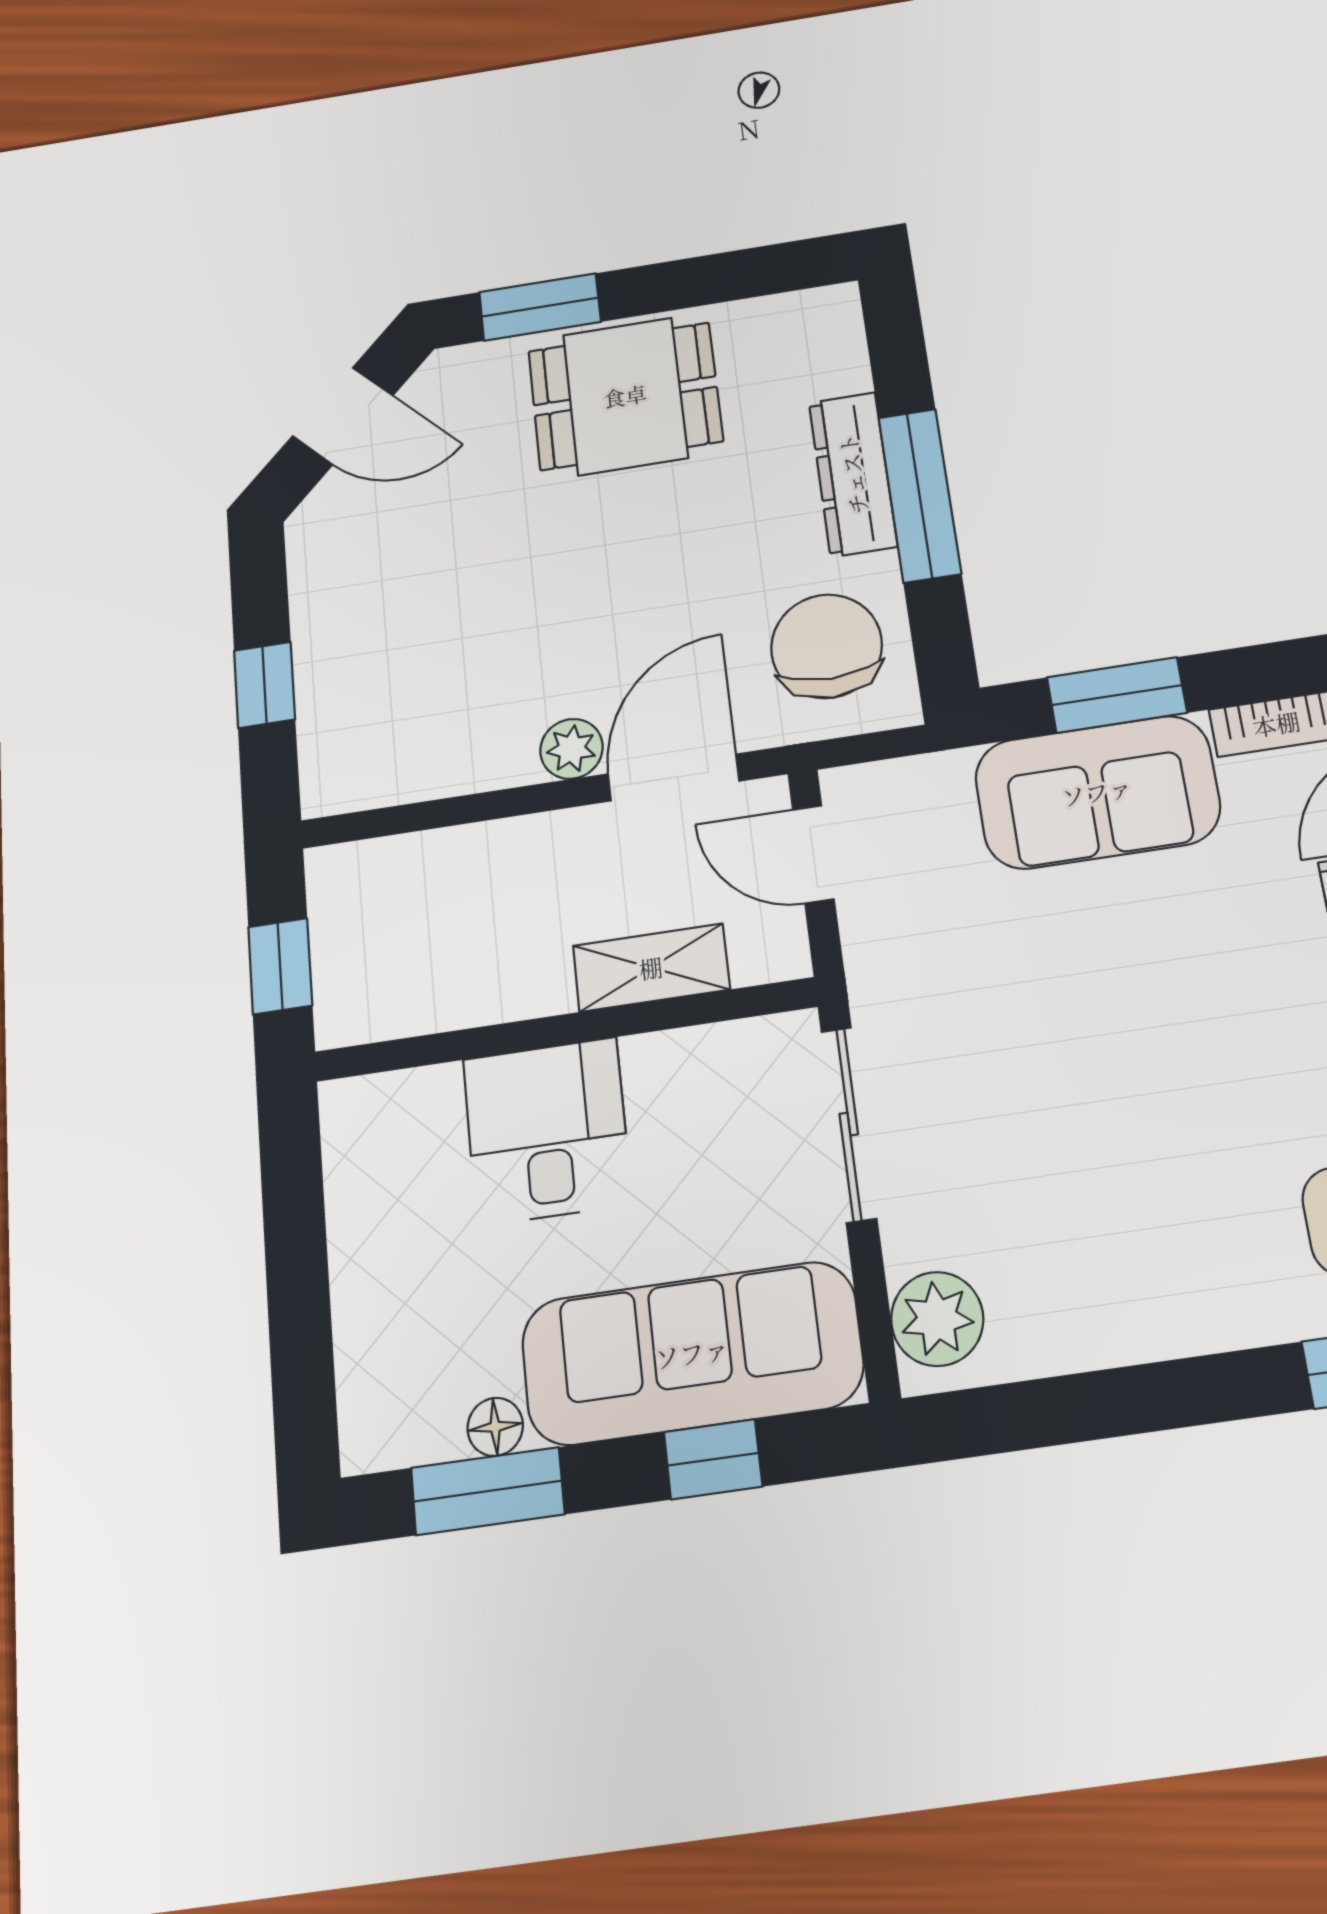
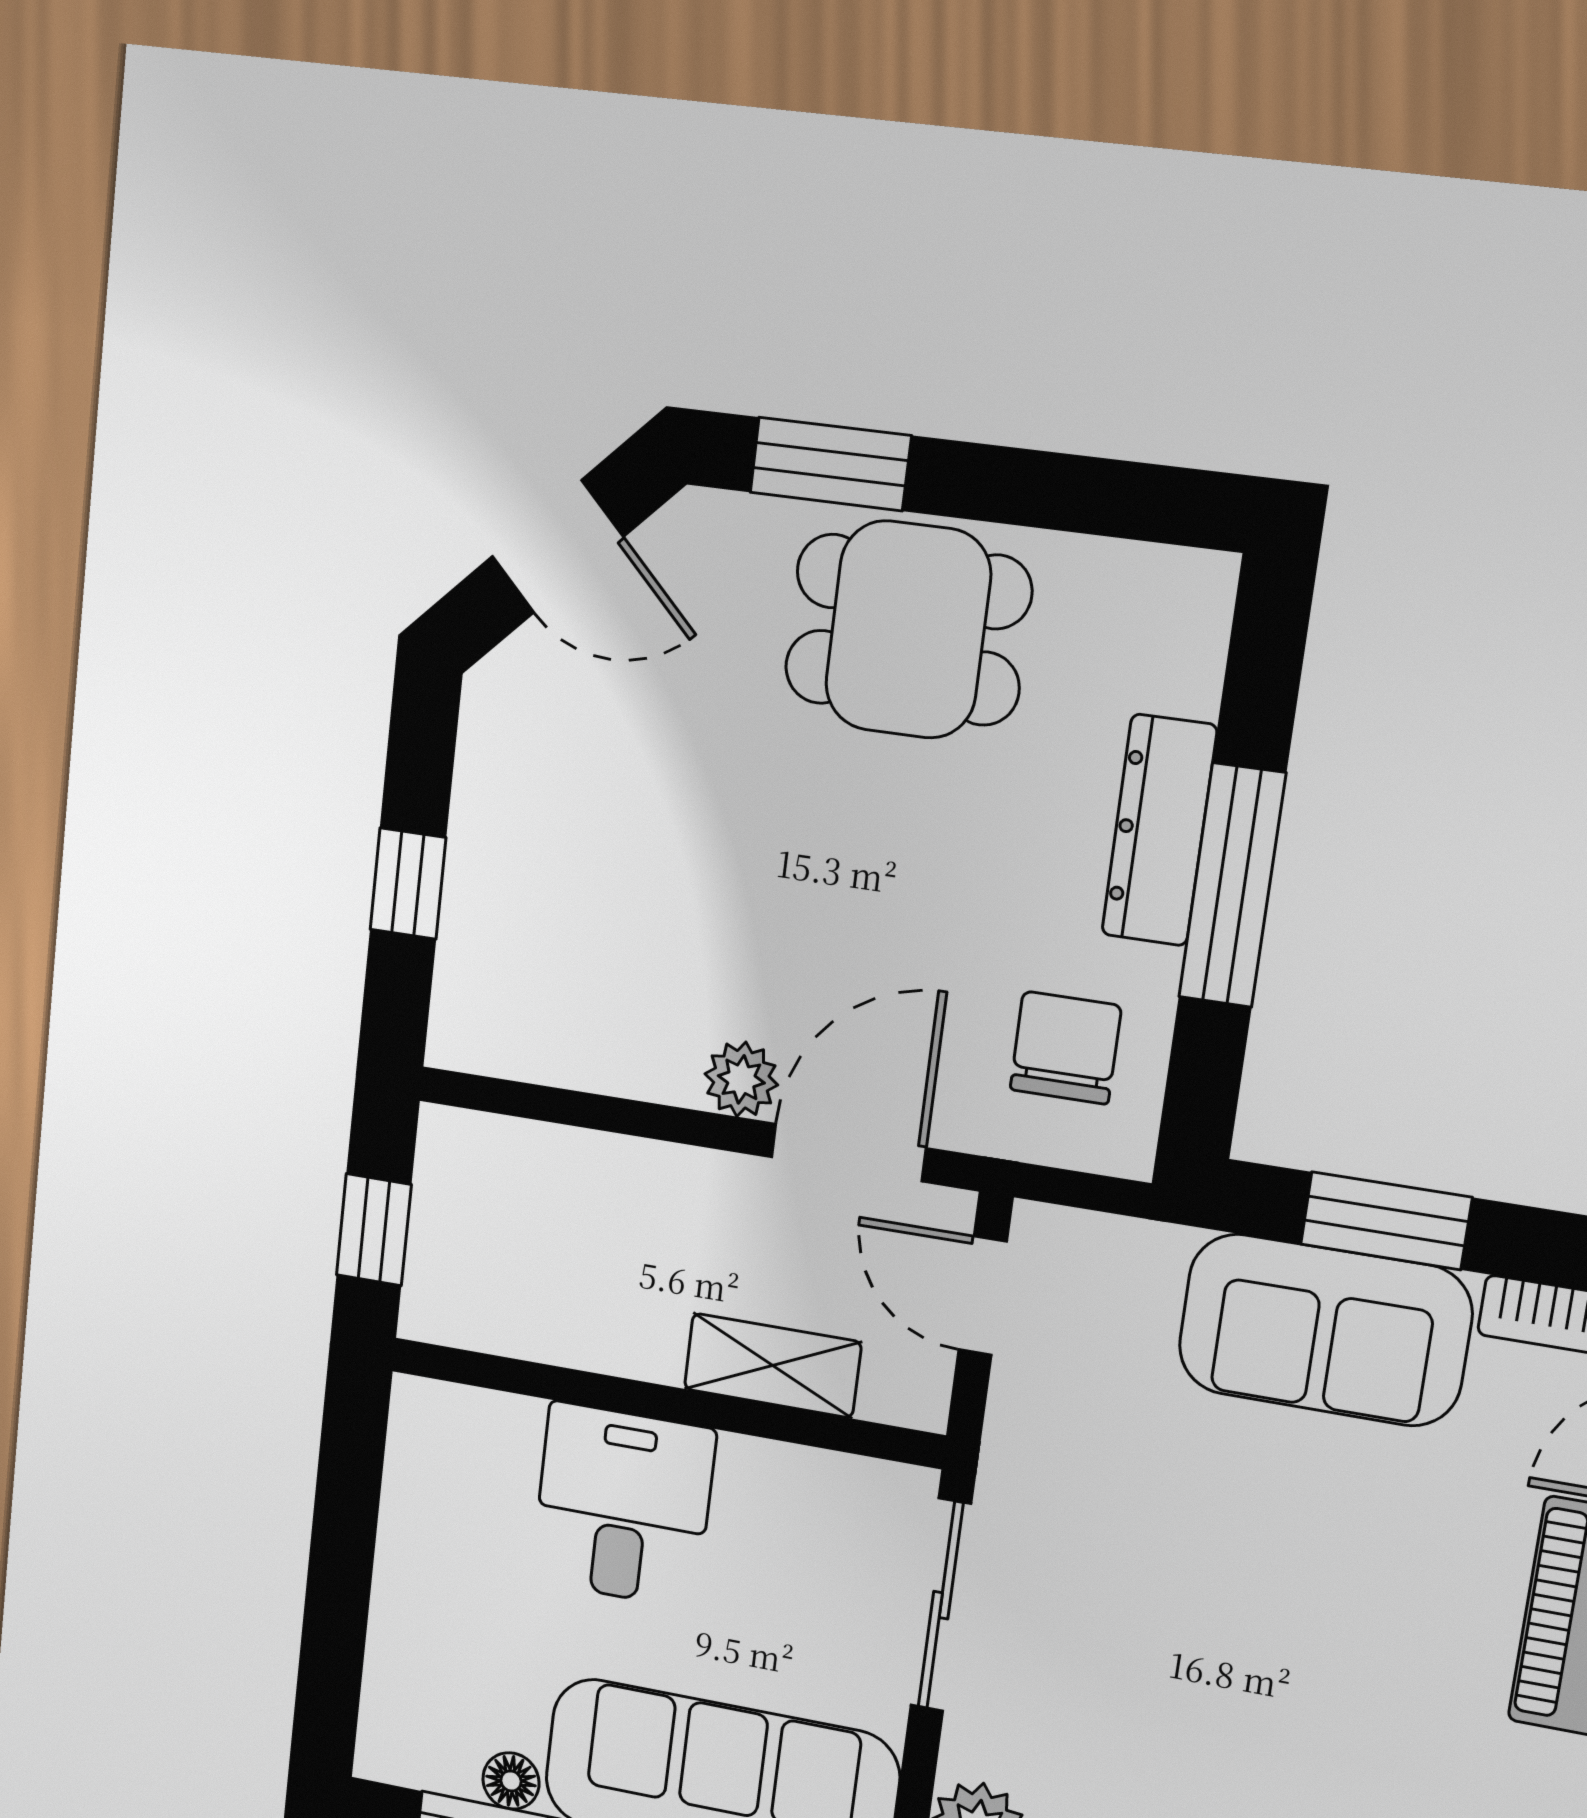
chair: (827, 646) -> (1066, 1048), width x0.73, depth x0.73

